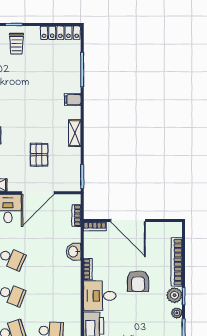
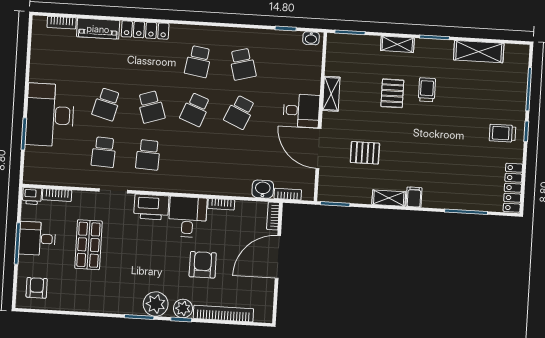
filing cabinet: (73, 100) -> (414, 197), moved
washbasin: (74, 252) -> (263, 189), moved
armchair: (138, 281) -> (203, 265), turned 90
plant: (177, 313) -> (156, 304), width x1.87, depth x1.87

